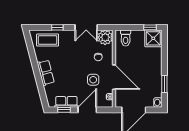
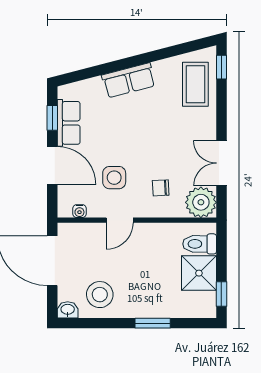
window: (57, 27) -> (221, 67), moved
shower: (153, 38) -> (199, 273), moved
door: (114, 77) -> (120, 220), width x0.53
window: (164, 84) -> (153, 323), moved
stool: (150, 87) -> (100, 295), added

